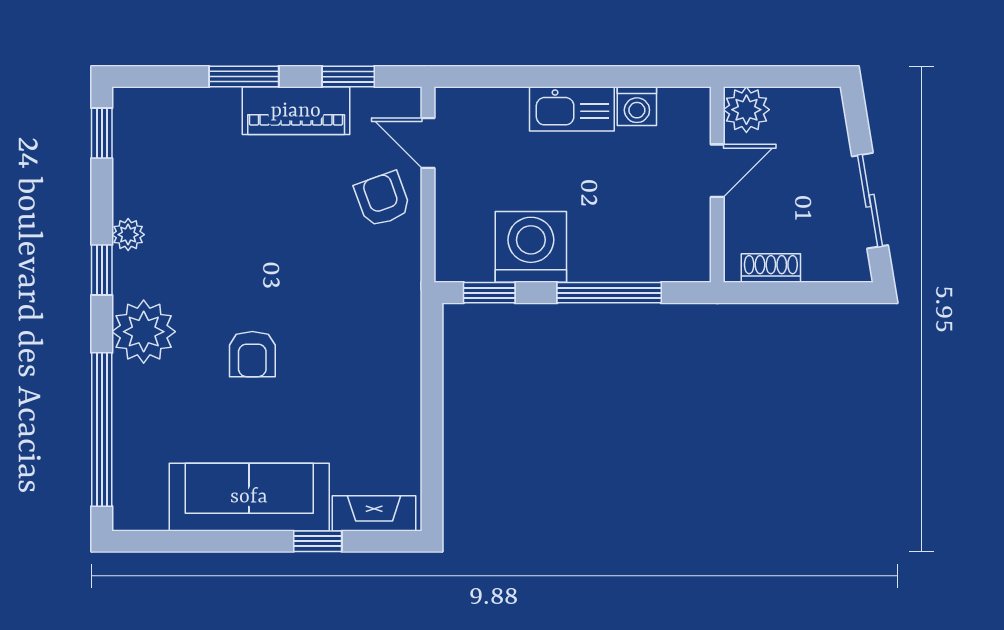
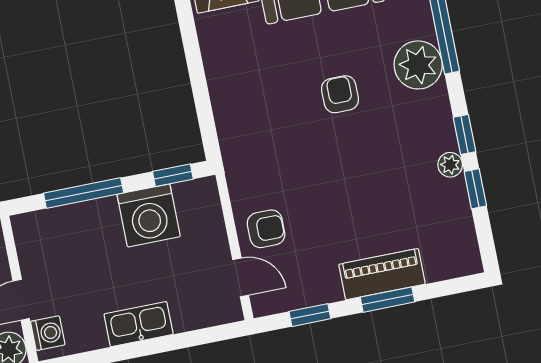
washing machine: (637, 106) -> (48, 333), moved, turned 90
piano: (296, 111) -> (382, 274), moved
window: (102, 133) -> (475, 189), moved
armchair: (383, 199) -> (266, 229), turned -70
plant: (144, 332) -> (418, 65), moved

